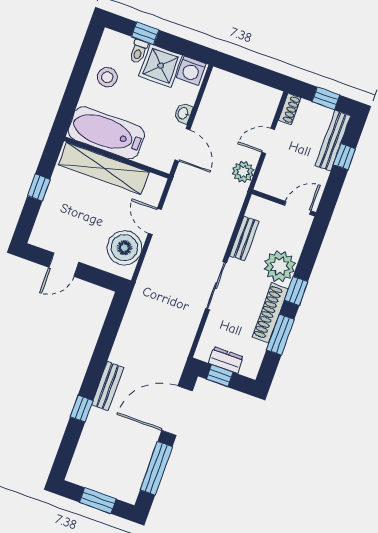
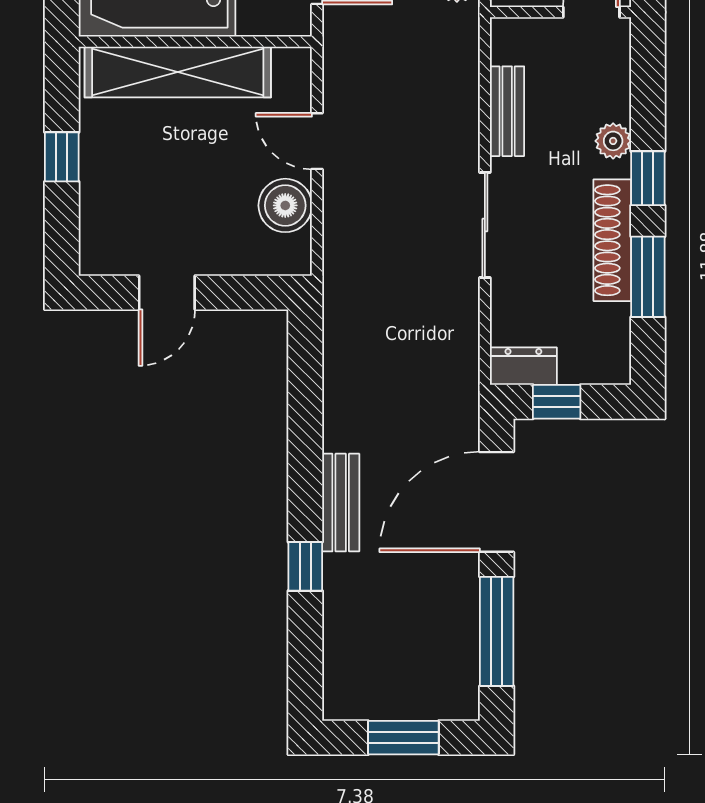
boiler: (124, 248) -> (285, 205), width x0.73, depth x0.73
plant: (280, 266) -> (613, 141), width x0.53, depth x0.53
dresser: (226, 360) -> (523, 366), moved

